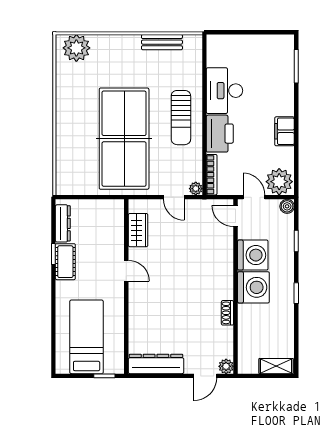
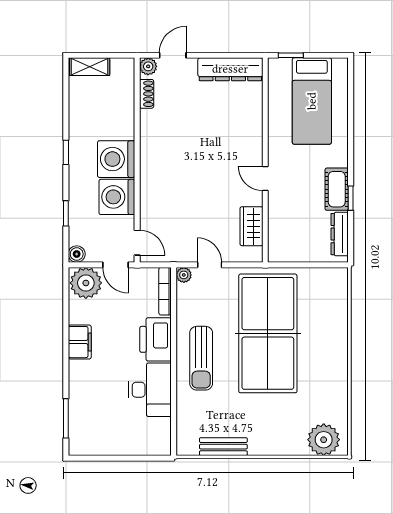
sun lounger: (181, 118) -> (201, 358), turned 180
shoe rack: (227, 313) -> (147, 94), moved

